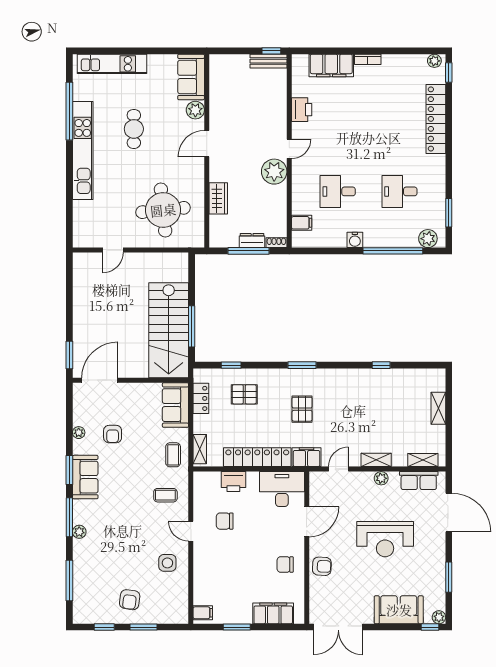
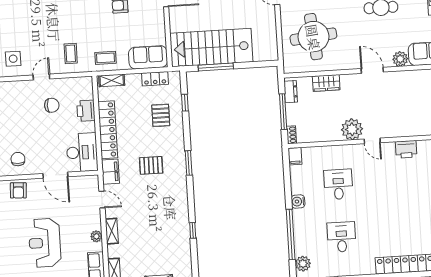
filing cabinet: (302, 223) -> (295, 156), moved
dresser: (252, 241) -> (291, 92), moved
chair: (225, 521) -> (52, 105), turned 90

